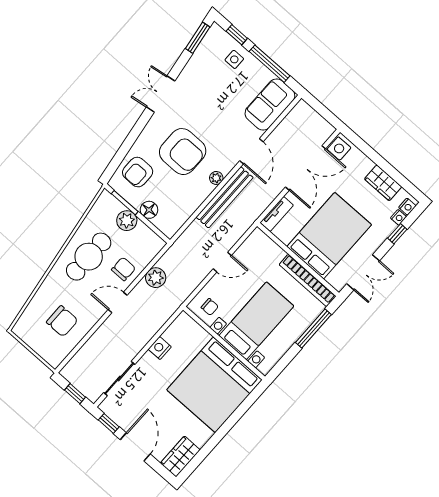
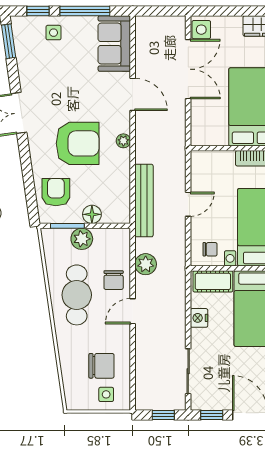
armchair: (138, 172) -> (56, 192), turned 180
bench: (225, 197) -> (144, 201), moved
tv unit: (277, 214) -> (198, 127), removed
chair: (124, 269) -> (114, 280), turned 180
cot: (192, 331) -> (213, 281), added
side table: (48, 344) -> (106, 394), added

